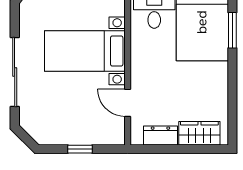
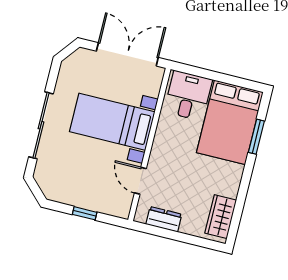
wardrobe: (199, 133) -> (221, 217), moved, turned -90

